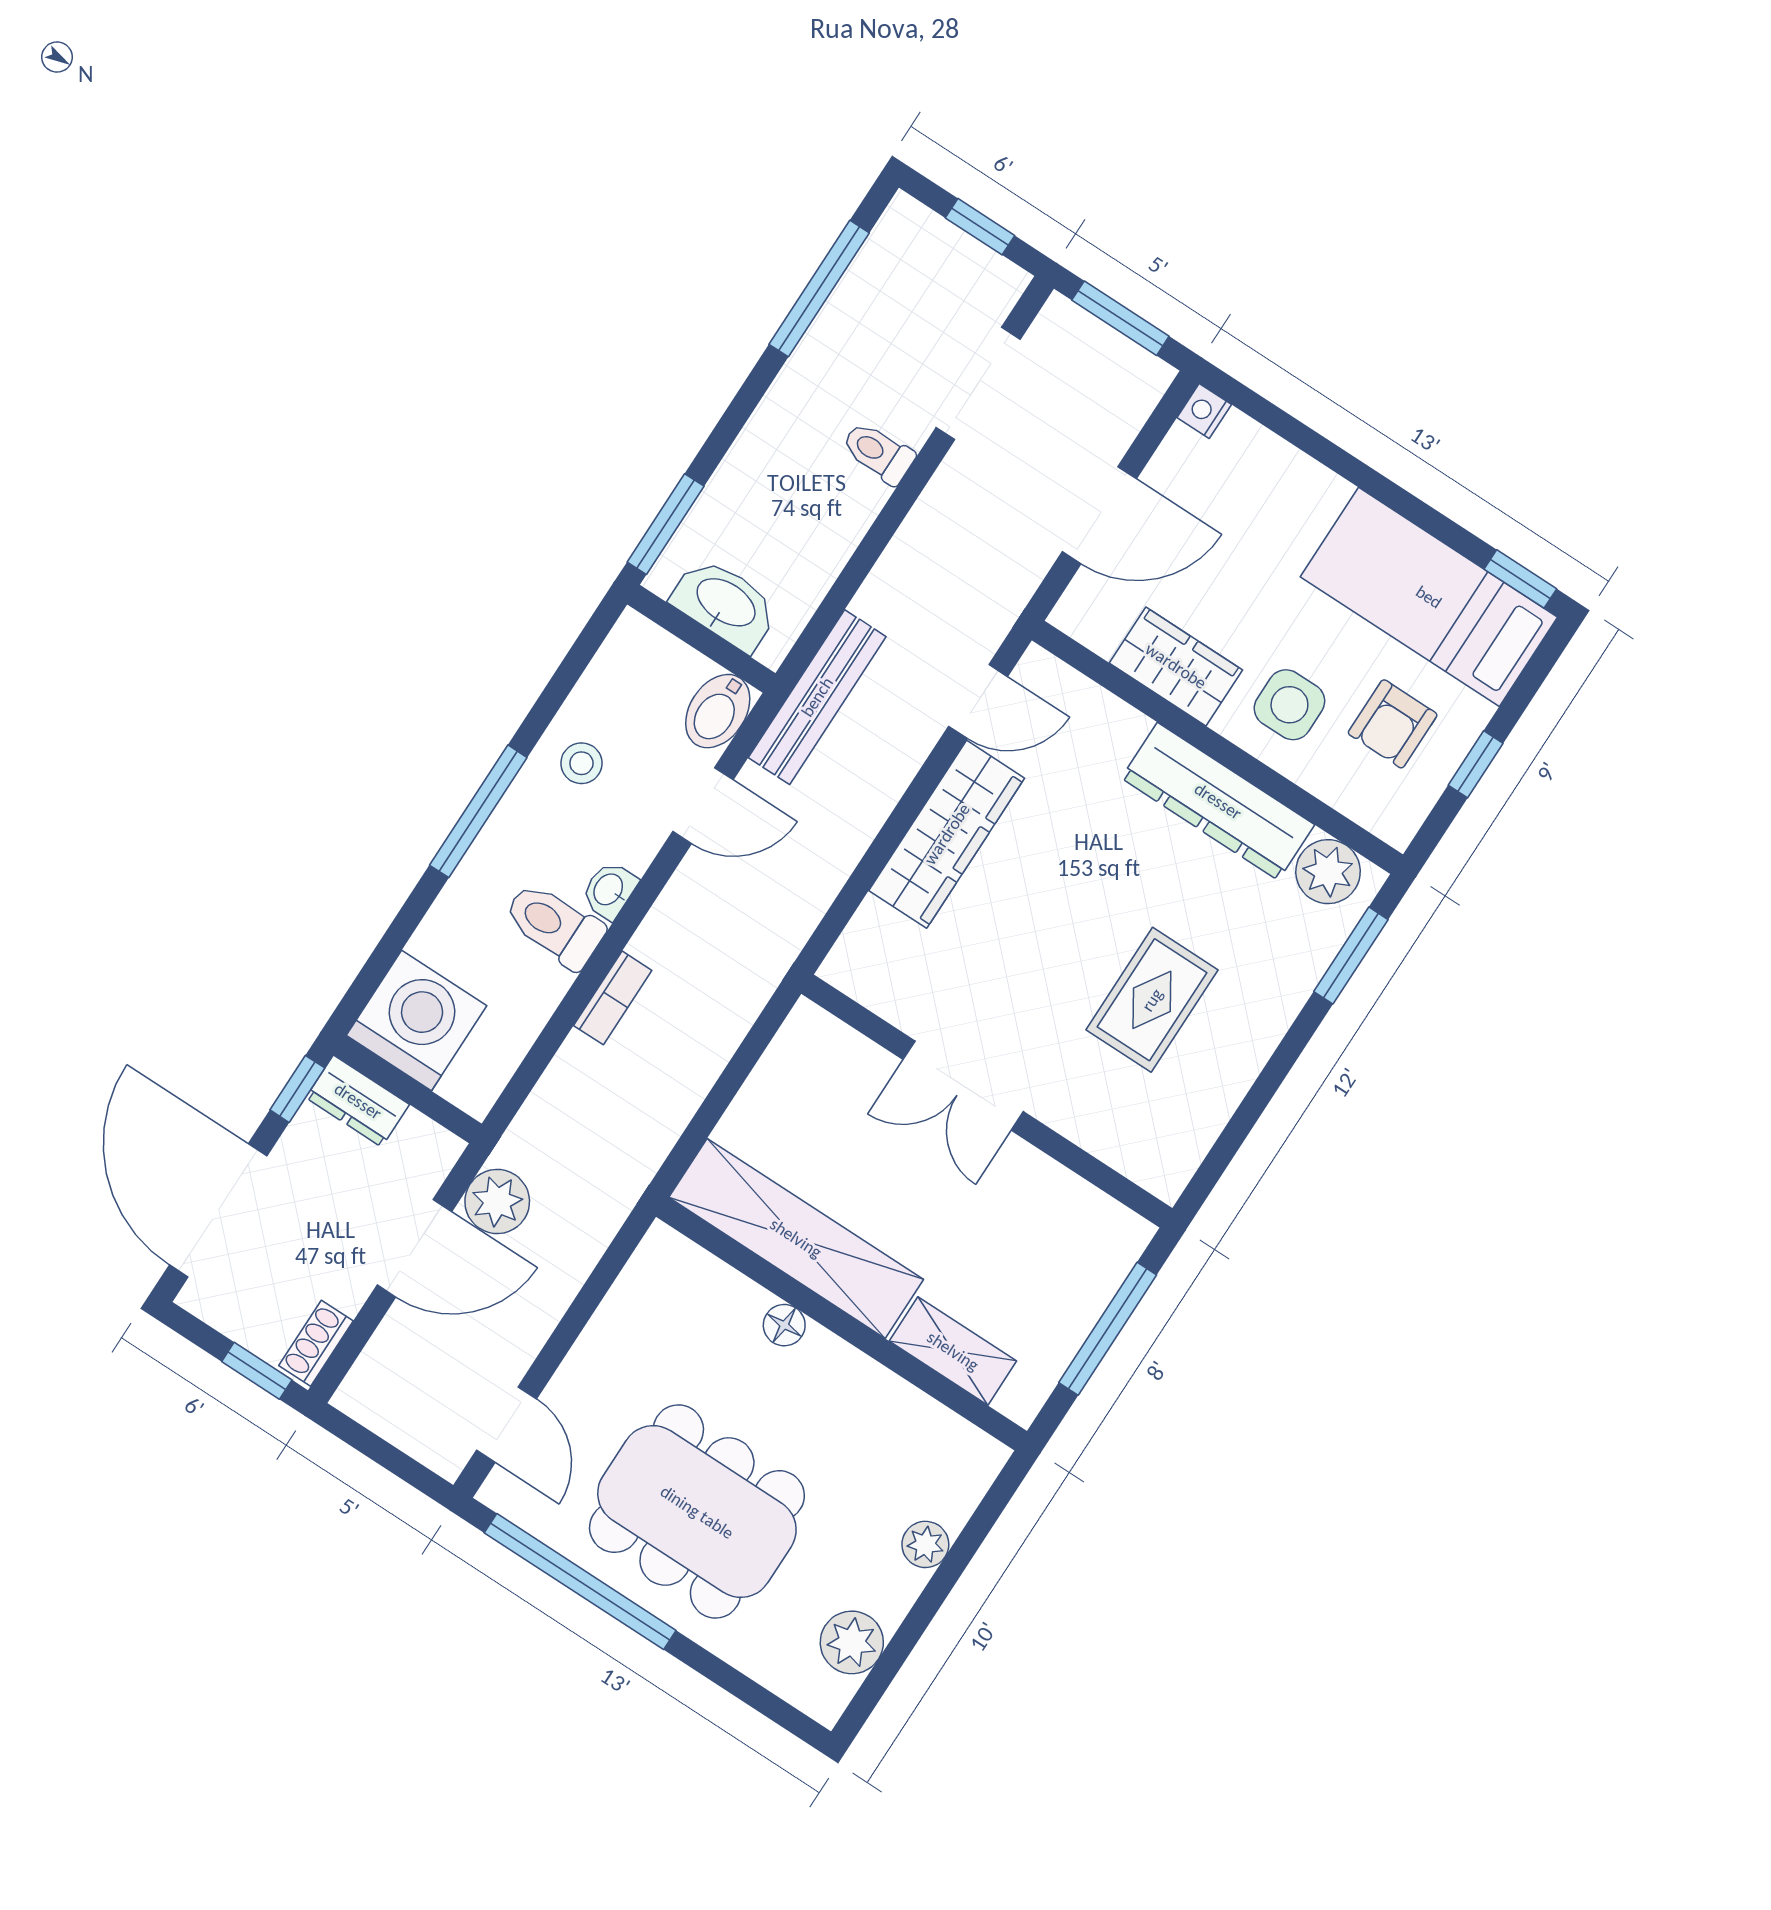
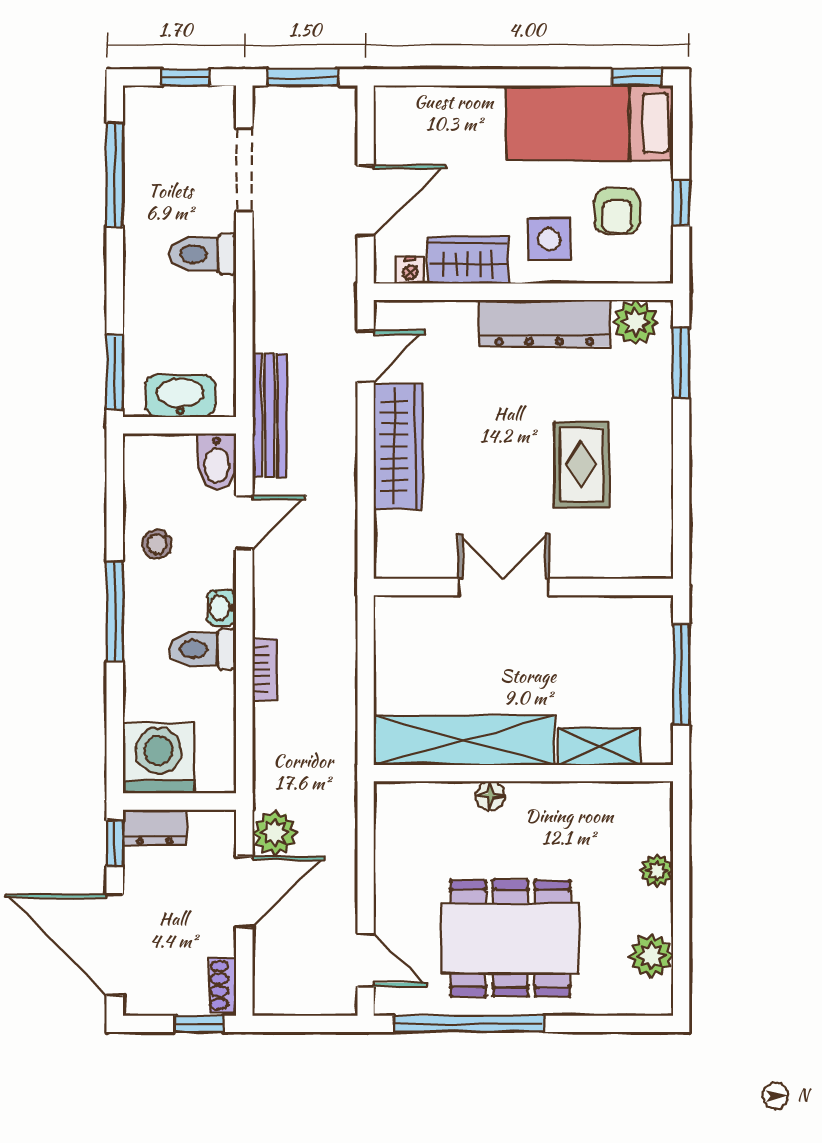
nightstand: (1204, 411) -> (410, 270), moved, turned -90
toilet: (878, 453) -> (203, 254), width x1.37, depth x1.39
double door: (963, 1086) -> (504, 587), swing flipped

